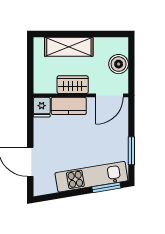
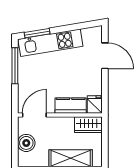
wardrobe: (73, 85) -> (88, 125), moved
window: (131, 151) -> (15, 66), width x1.44

